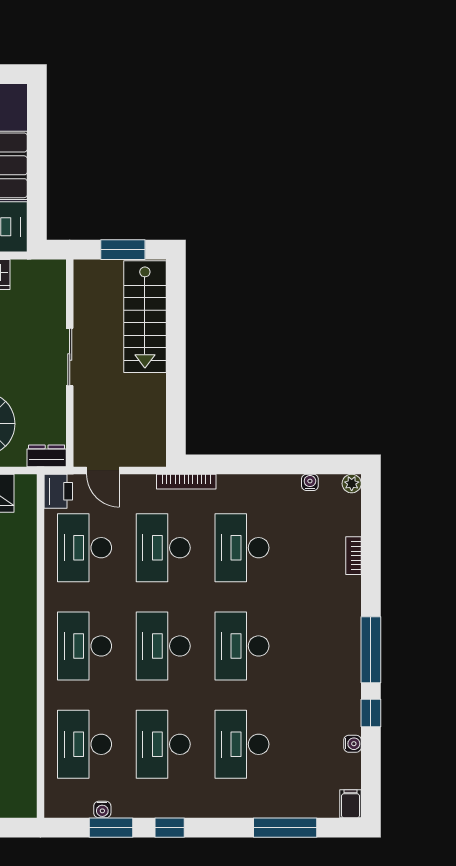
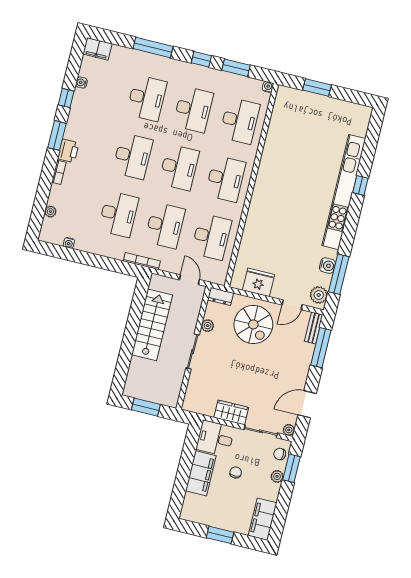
stairs: (145, 317) -> (152, 325), moved
plant: (56, 404) -> (208, 326), added
plant: (352, 484) -> (50, 212), moved
printer: (58, 491) -> (68, 151), moved, turned 180
bookcase: (354, 556) -> (59, 172), moved
window: (371, 650) -> (57, 135), width x0.69
filing cabinet: (350, 804) -> (97, 49), width x2.00
water cooler: (102, 809) -> (268, 87), moved
window: (285, 828) -> (153, 48), moved

